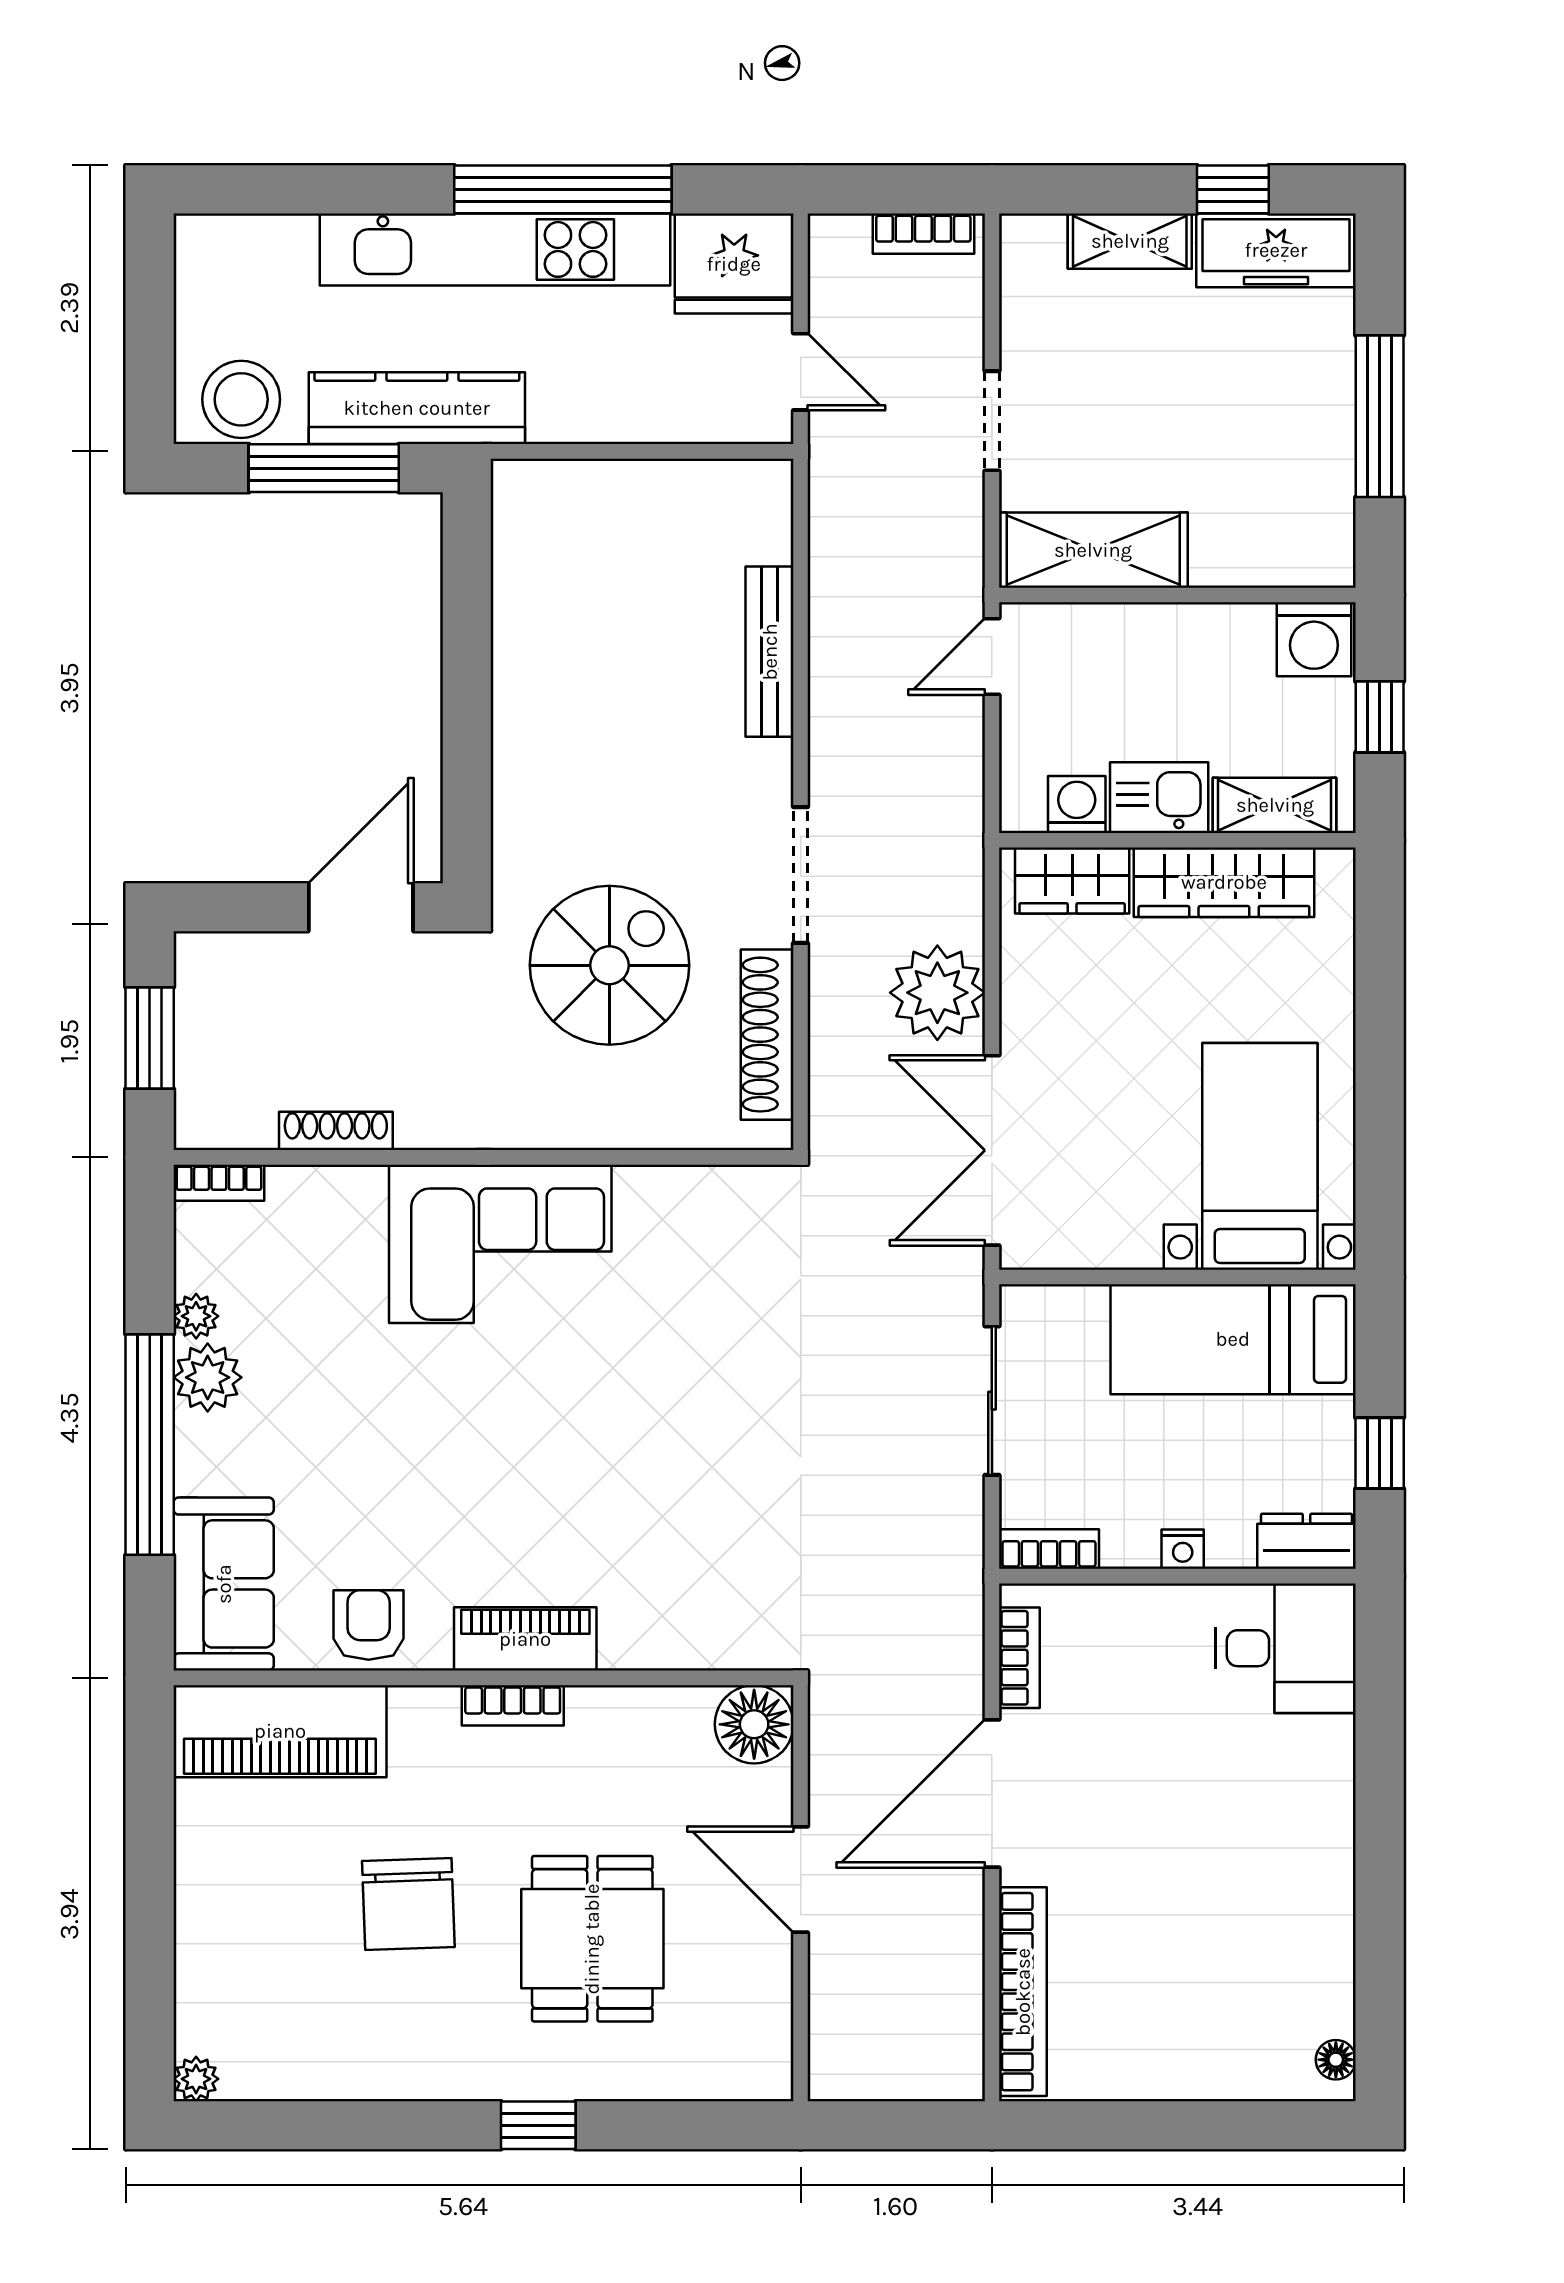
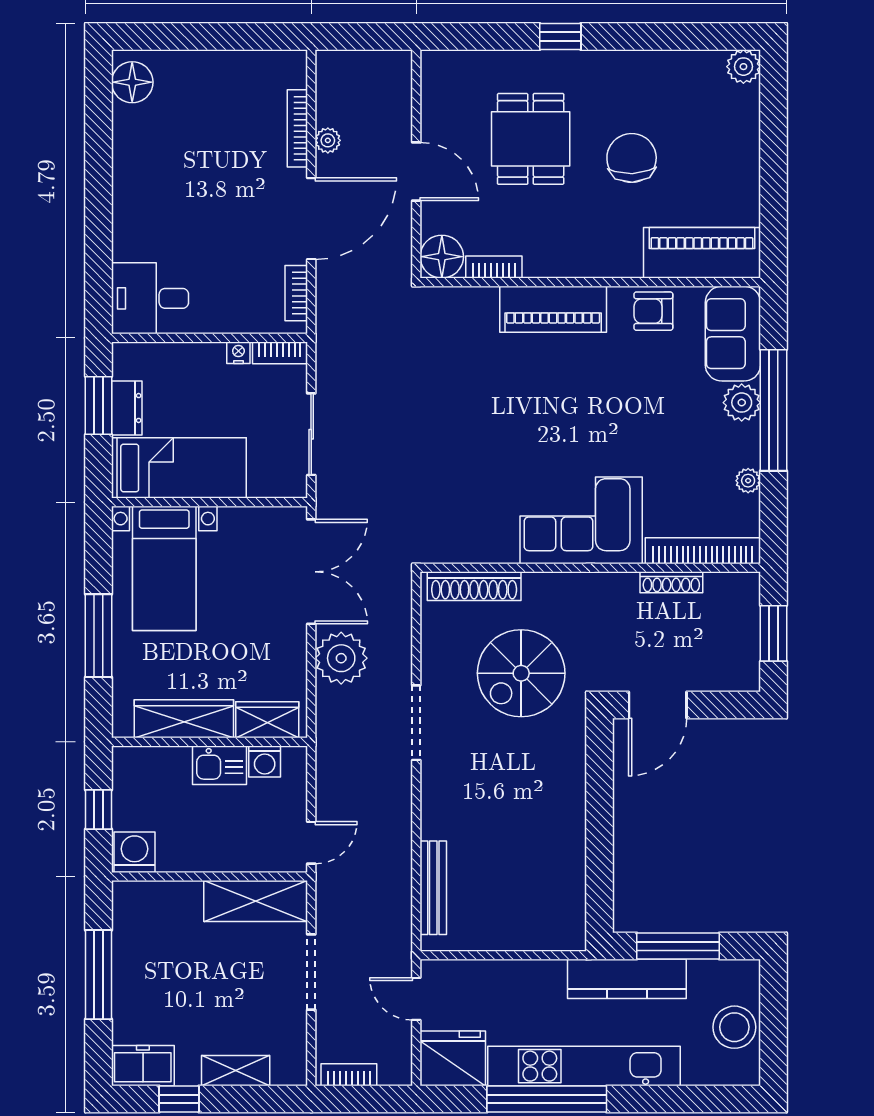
freezer: (1276, 250) -> (143, 1066), width x0.71
stool: (241, 399) -> (734, 1027), moved
doorway: (992, 421) -> (311, 972), width x1.38
bench: (770, 652) -> (433, 888), moved
shelving: (1275, 805) -> (156, 761), removed
window: (1380, 1034) -> (98, 636), added
shoe rack: (767, 1035) -> (474, 586), moved, turned 90
bookcase: (219, 1183) -> (703, 551), width x2.31, depth x1.31
plant: (208, 1377) -> (742, 403), moved
window: (1380, 1453) -> (98, 405), width x1.50
dresser: (1306, 1541) -> (127, 408), moved, turned -90
nightstand: (1183, 1549) -> (238, 353), moved
armchair: (369, 1625) -> (653, 311), turned 90
piano: (525, 1639) -> (553, 309), width x1.37, depth x1.33
bookcase: (513, 1705) -> (494, 267), moved
plant: (962, 1936) -> (328, 140), added
bookcase: (1023, 1992) -> (297, 128), width x0.68, depth x0.76
floor lamp: (1336, 2060) -> (132, 82), width x1.89, depth x1.89
plant: (196, 2079) -> (743, 67), width x1.38, depth x1.38

